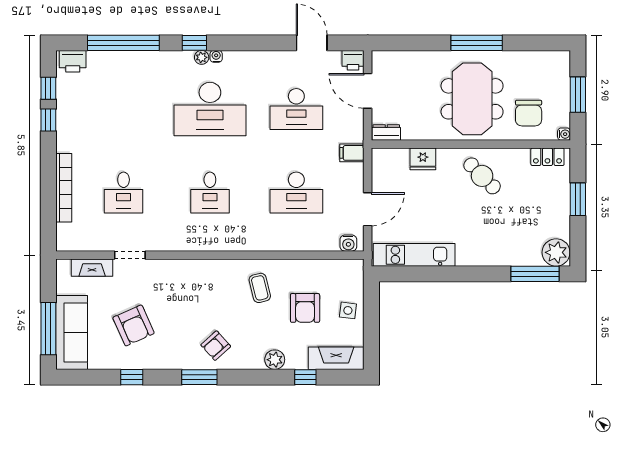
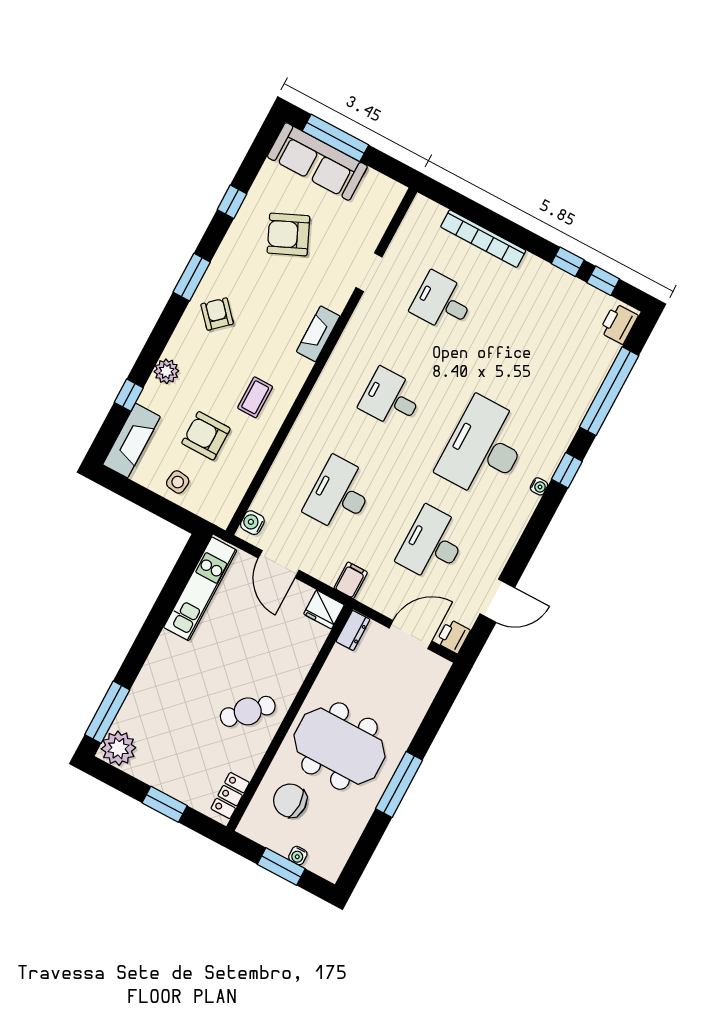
plant: (202, 57) -> (546, 470), removed
water cooler: (564, 134) -> (298, 856), moved
fridge: (423, 159) -> (324, 609), moved, turned -90
fireplace: (92, 268) -> (318, 334), moved
coffee table: (260, 288) -> (255, 397), turned -76

